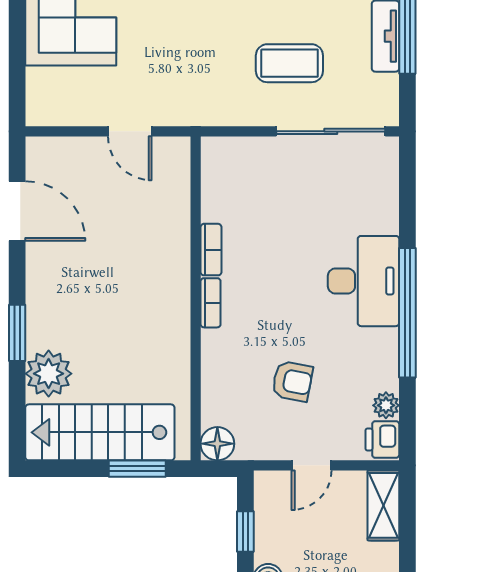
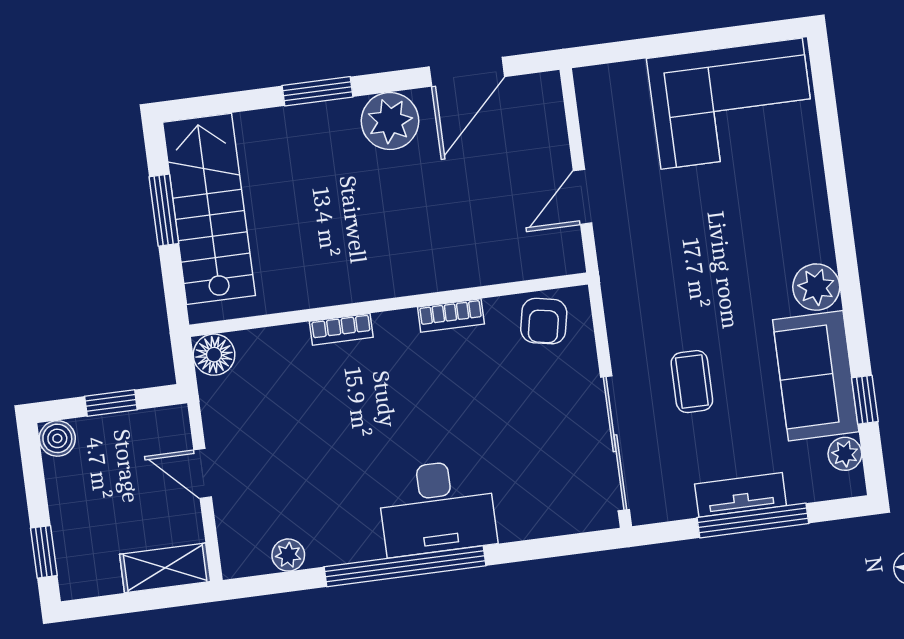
coffee table: (289, 63) -> (692, 382), width x0.73, depth x0.77
bookcase: (211, 303) -> (341, 329), moved
plant: (49, 374) -> (390, 121), moved
armchair: (292, 381) -> (544, 321), moved
printer: (382, 440) -> (246, 556), removed
window: (137, 469) -> (164, 210), moved

